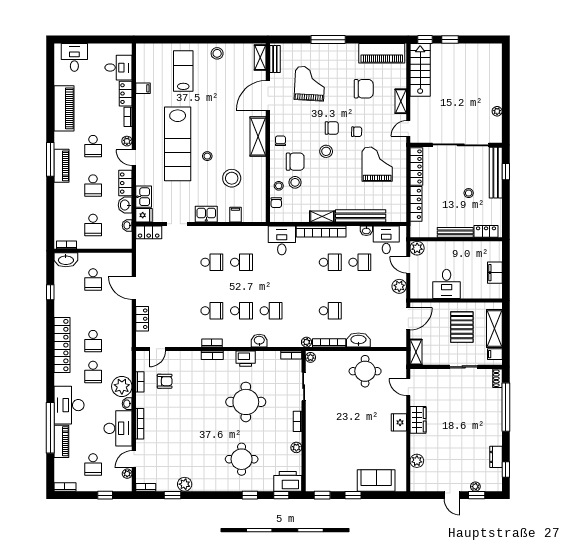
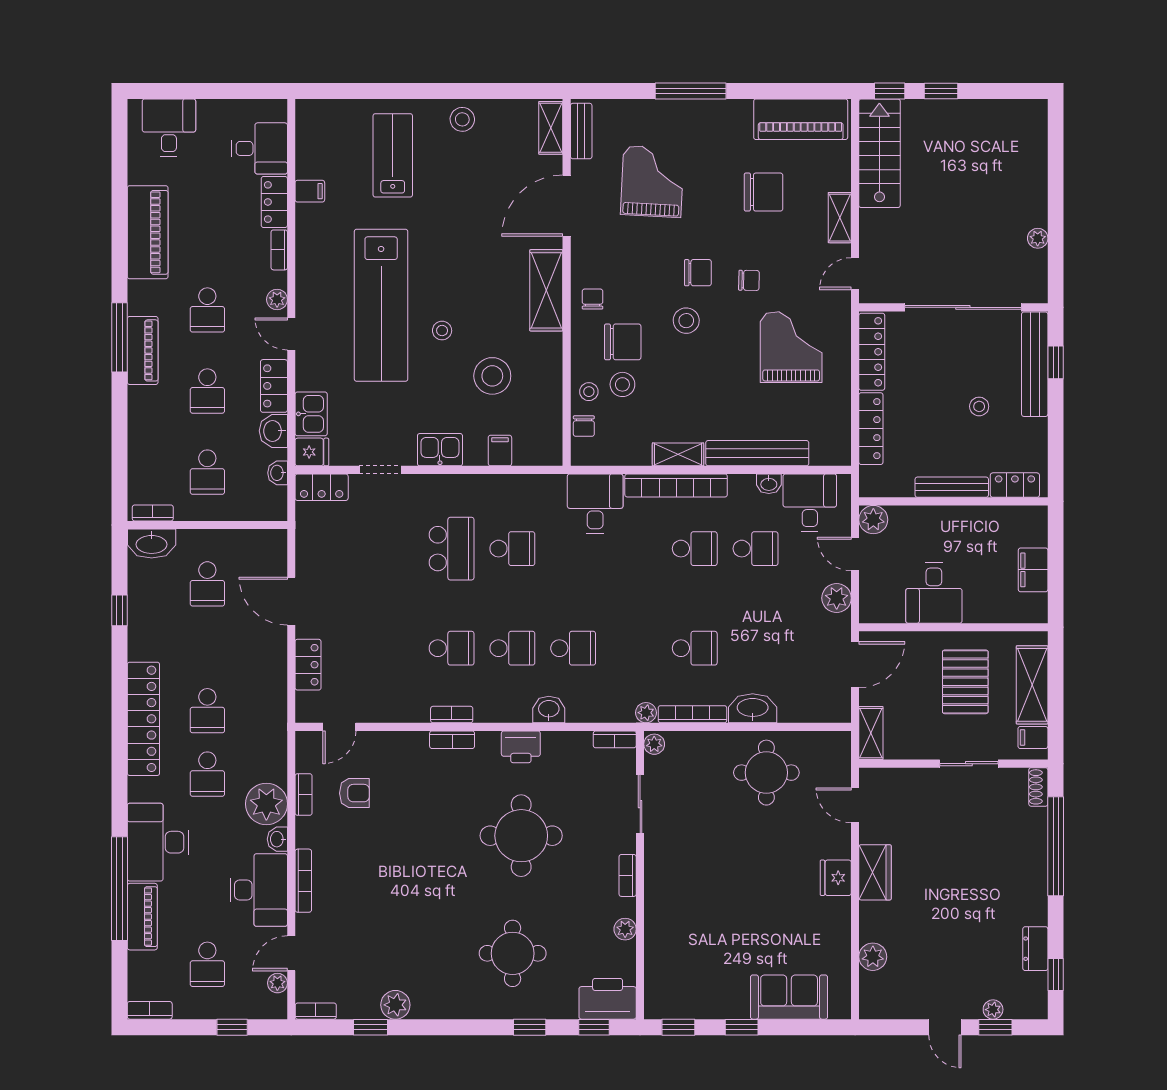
school desk: (212, 262) -> (452, 549), width x1.85

